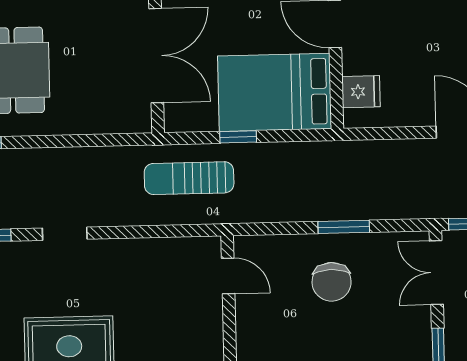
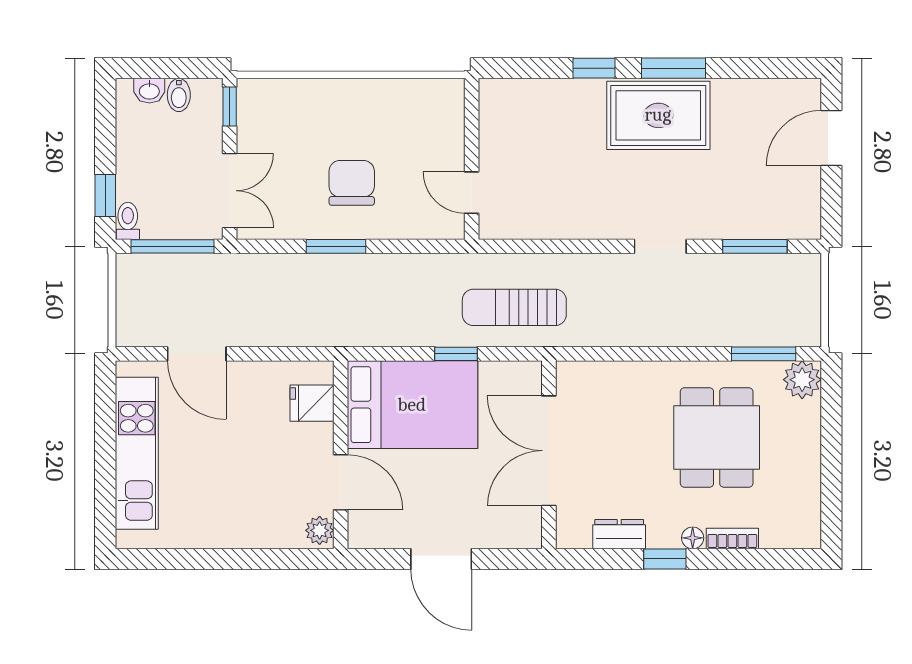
sun lounger: (189, 178) -> (514, 307), turned 180

